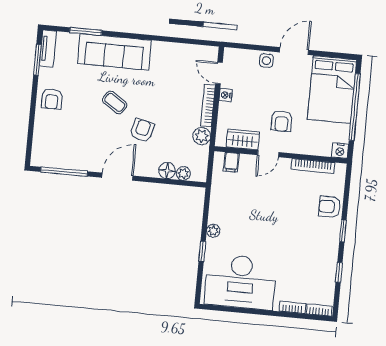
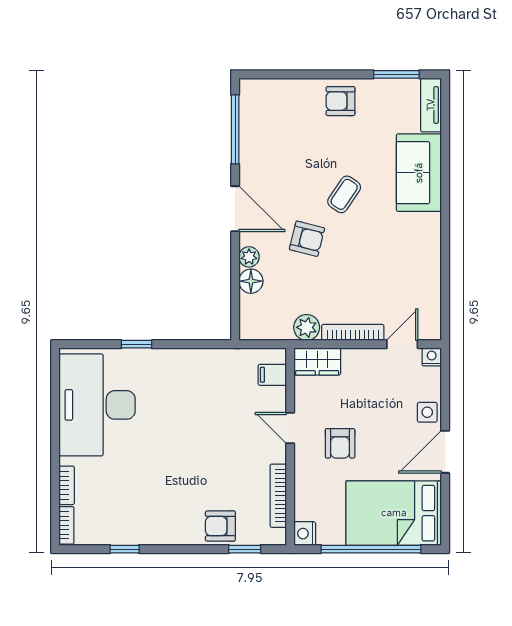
window: (86, 31) -> (445, 142), removed
tv unit: (48, 49) -> (431, 105), moved, turned 90
door: (294, 51) -> (445, 452), swing flipped
sofa: (114, 52) -> (419, 173), width x0.73
nightstand: (226, 95) -> (432, 357), moved
armchair: (282, 121) -> (340, 443), turned -90
wardrobe: (243, 140) -> (317, 361), moved, turned 90
plant: (183, 173) -> (249, 257), moved
armchair: (330, 207) -> (220, 526), turned -90
plant: (213, 231) -> (169, 358), removed
window: (343, 231) -> (245, 549), moved

